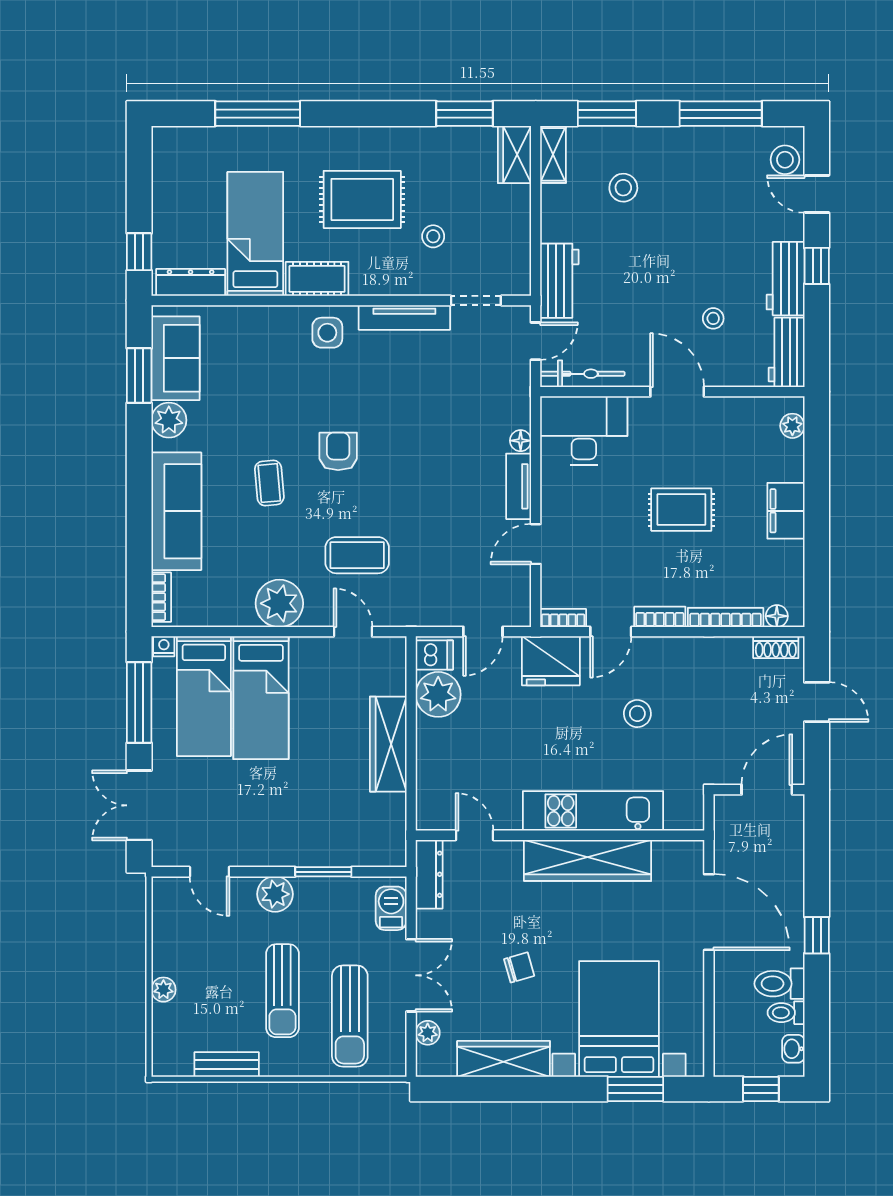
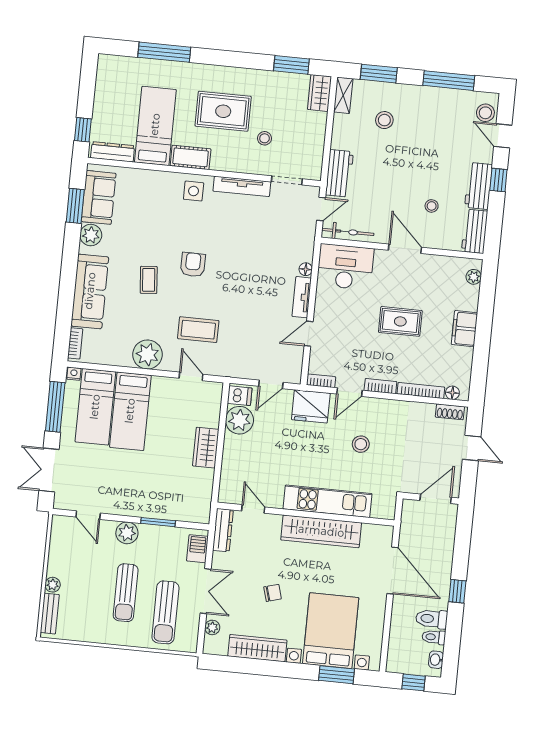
wardrobe: (388, 744) -> (206, 448), width x0.67
bench: (227, 1064) -> (50, 614), moved, turned 90

